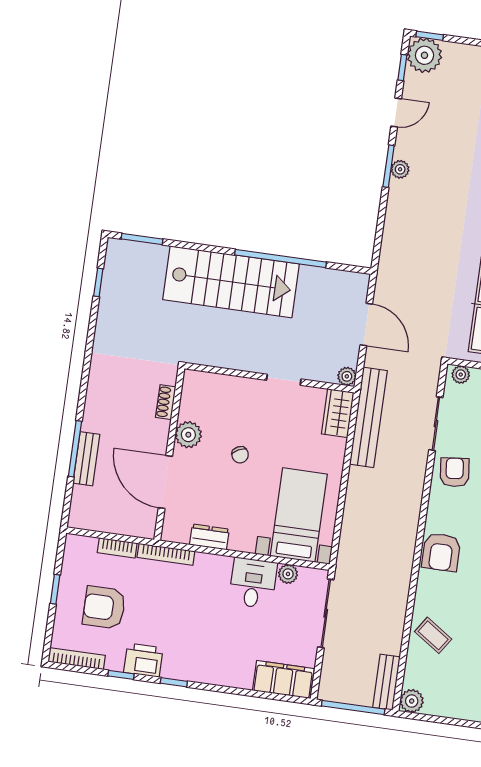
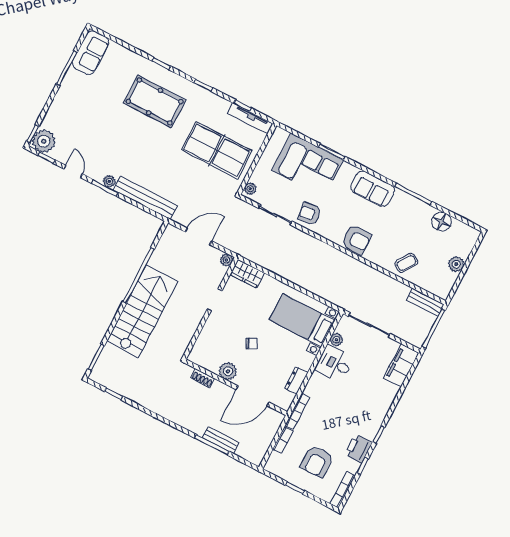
bench: (368, 417) -> (145, 198), moved
plant: (412, 701) -> (456, 264), moved

